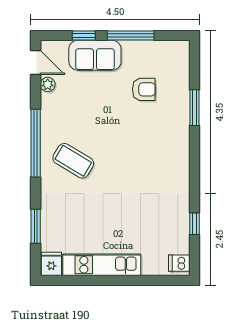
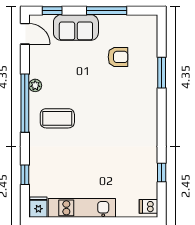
window: (84, 36) -> (52, 11), moved
plant: (48, 84) -> (35, 85), moved
coffee table: (73, 161) -> (57, 118), turned -31
window: (36, 226) -> (25, 175), width x0.67

